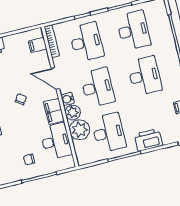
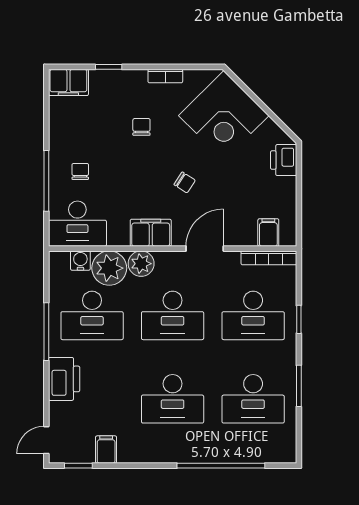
water cooler: (68, 99) -> (80, 261), moved
desk: (56, 141) -> (77, 224), moved

